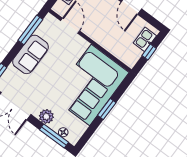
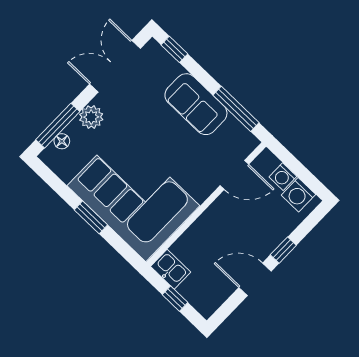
kitchen sink: (145, 39) -> (171, 269), moved

